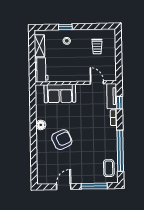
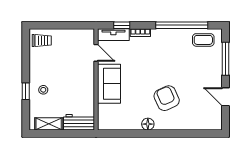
trolley: (97, 47) -> (42, 40), moved
door: (97, 83) -> (96, 53), swing flipped
sofa: (60, 94) -> (109, 84), moved

